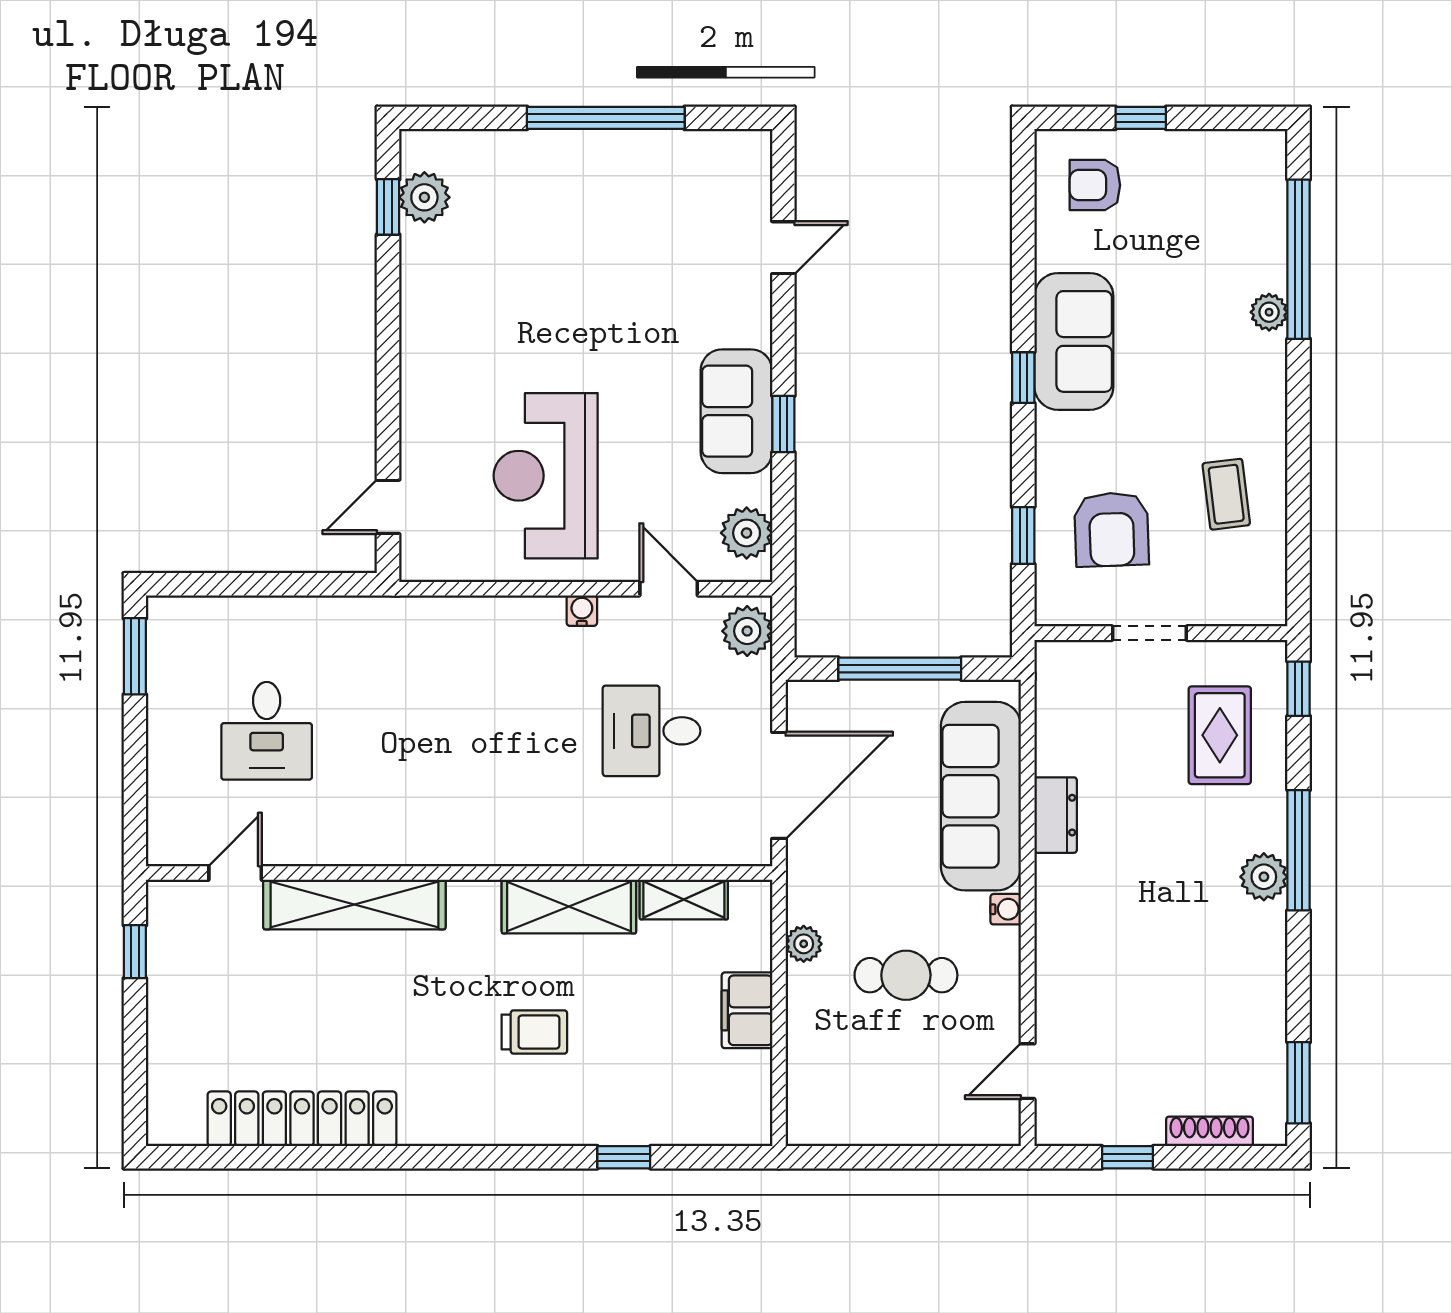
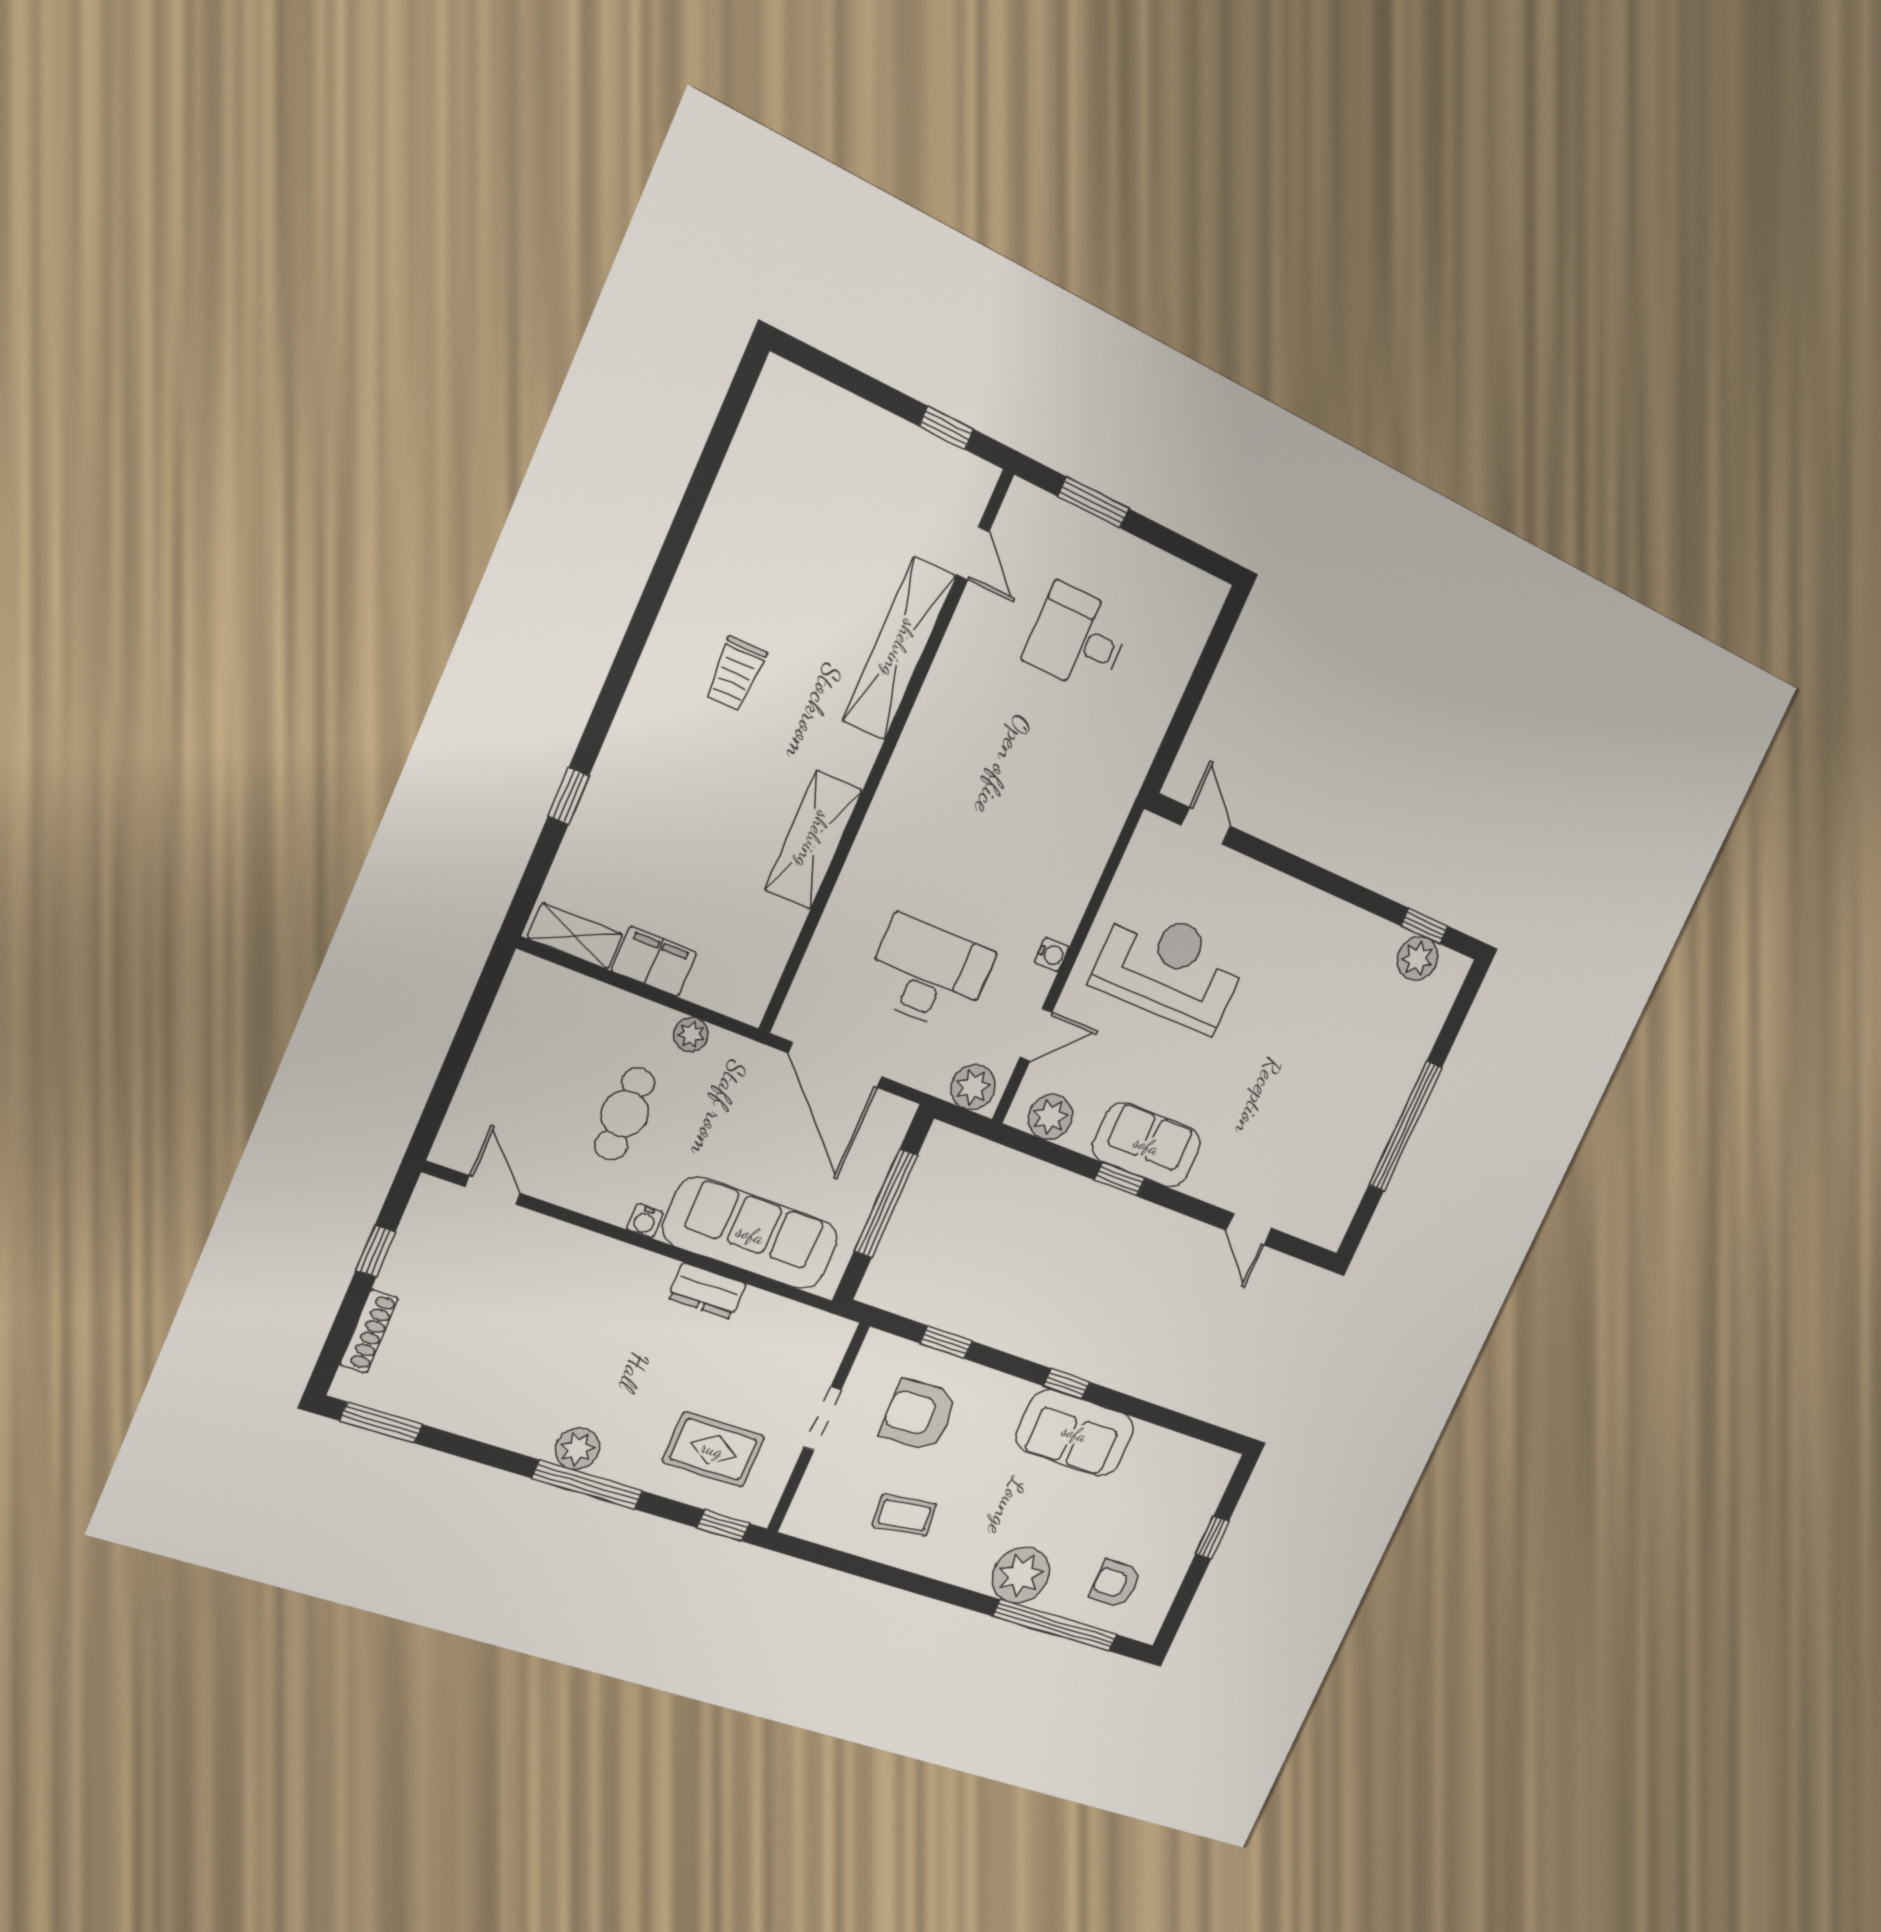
armchair: (1095, 185) -> (1115, 1584), moved, turned -90
plant: (1269, 312) -> (1021, 1575), width x1.87, depth x1.87
window: (135, 656) -> (1093, 503), moved
desk: (652, 731) -> (929, 974), width x1.37
shelving: (684, 899) -> (575, 936), moved, turned 90
trolley: (534, 1032) -> (735, 674), moved
locker: (302, 1119) -> (731, 511), removed

